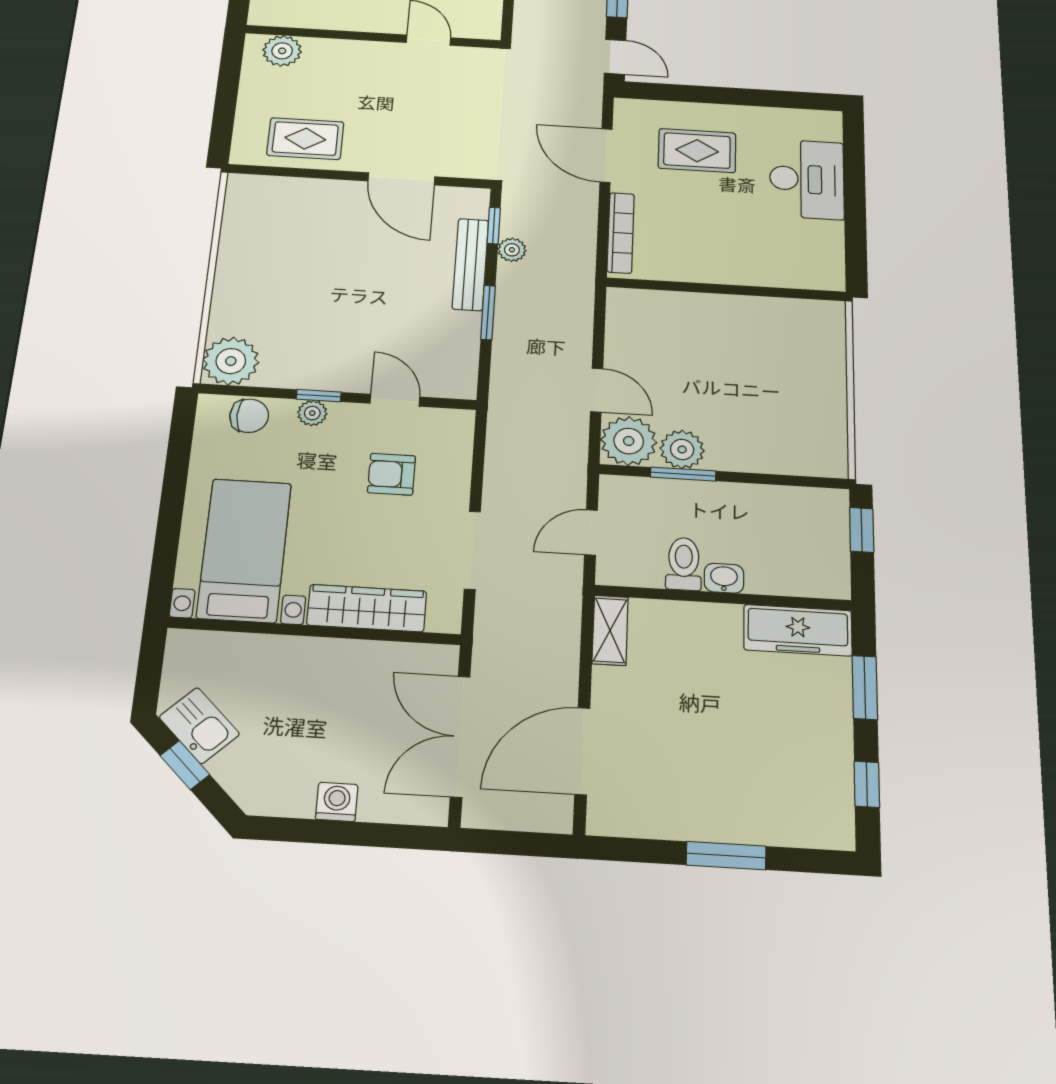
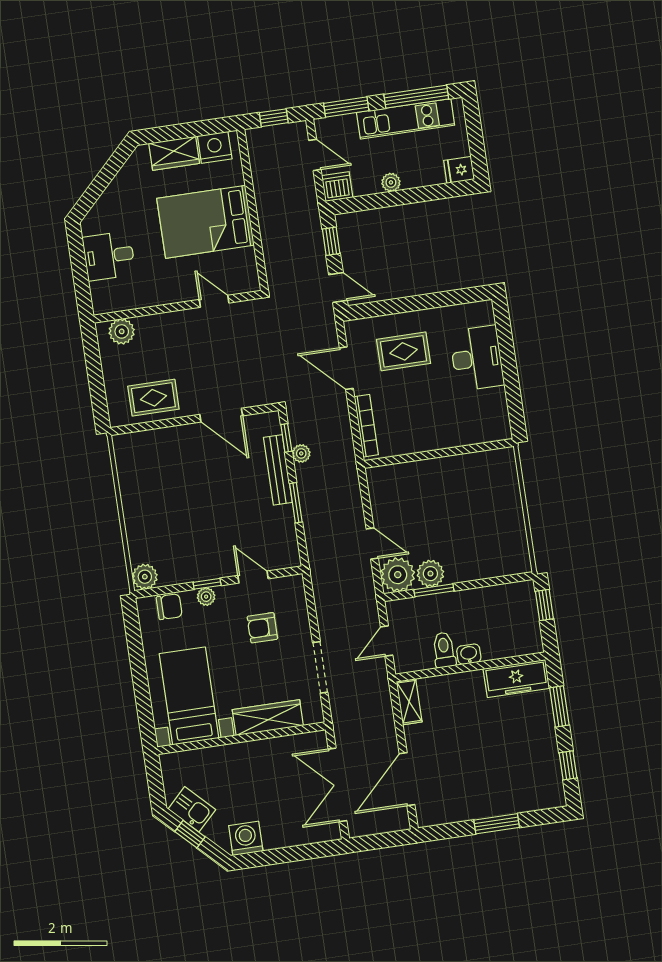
plant: (231, 361) -> (145, 577), width x0.73, depth x0.73
washing machine: (337, 802) -> (246, 838), moved, width x1.38, depth x1.38

